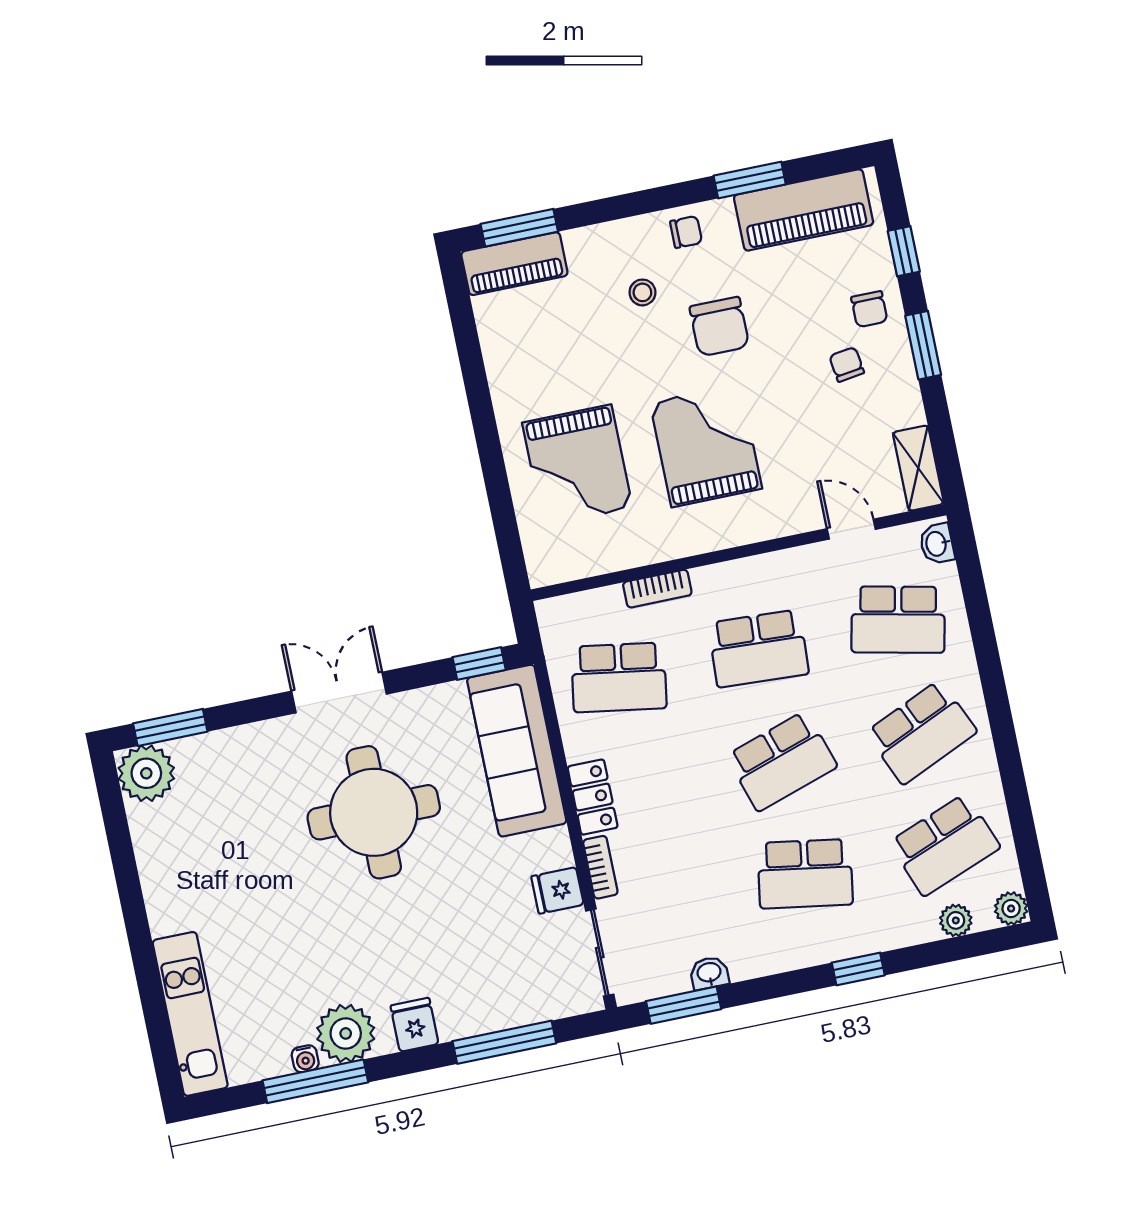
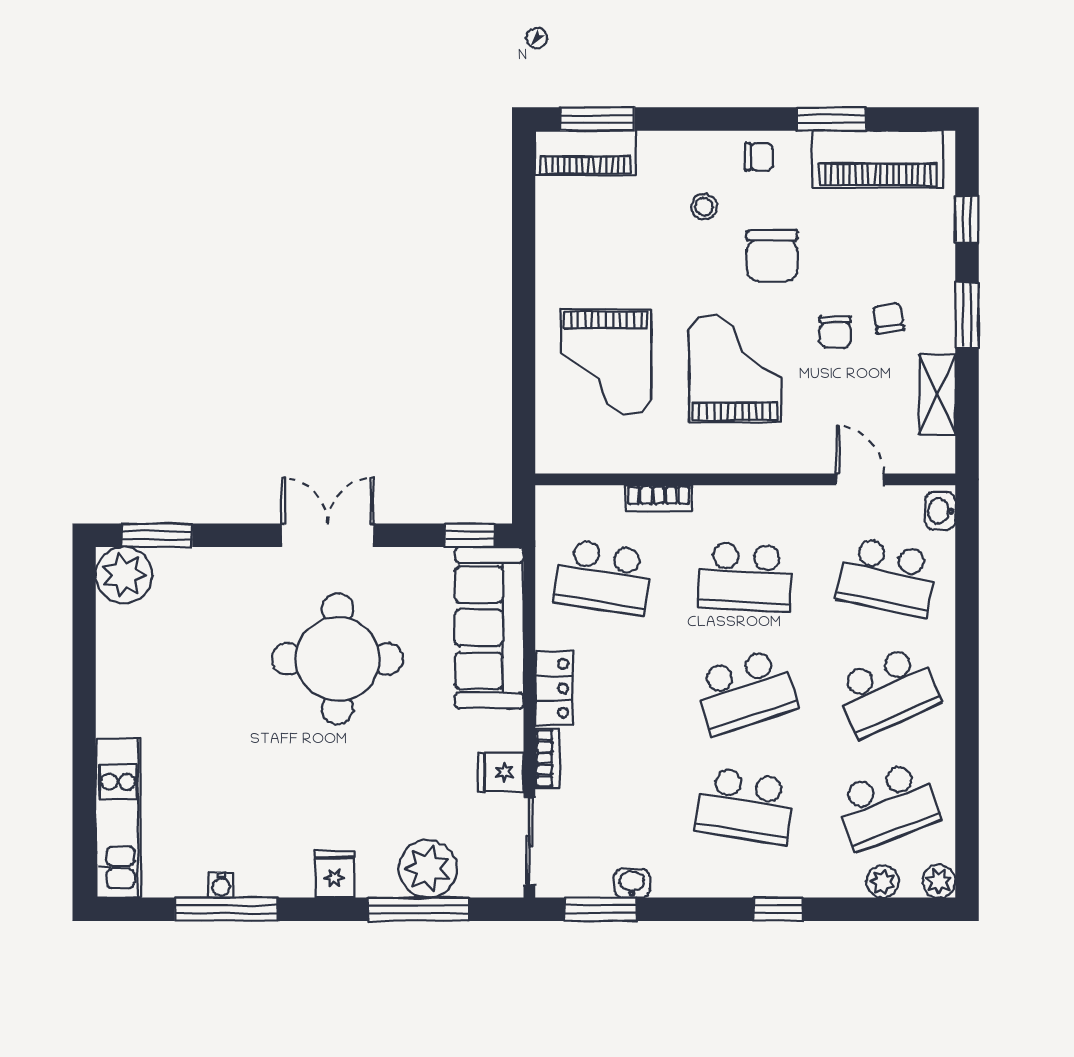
chair: (869, 309) -> (835, 332), moved
shelving: (918, 468) -> (937, 394), moved
plant: (346, 1033) -> (428, 869), moved

